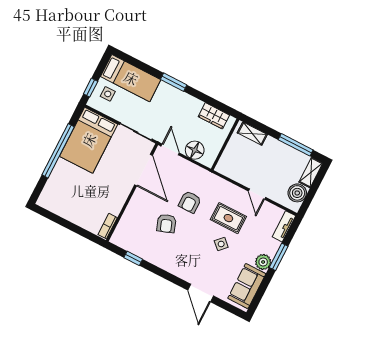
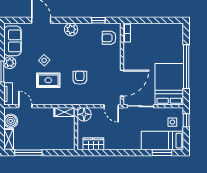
window: (174, 82) -> (162, 153), moved
shelving: (252, 134) -> (65, 112), moved
floor lamp: (195, 150) -> (84, 114), moved
door: (143, 170) -> (122, 83), swing flipped
door: (257, 194) -> (25, 106), moved
armchair: (166, 223) -> (109, 38), moved, turned -70
plant: (171, 264) -> (71, 29), added

